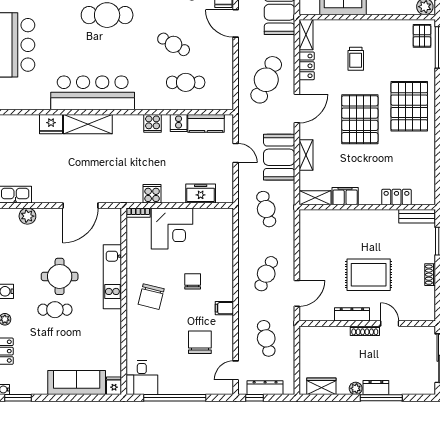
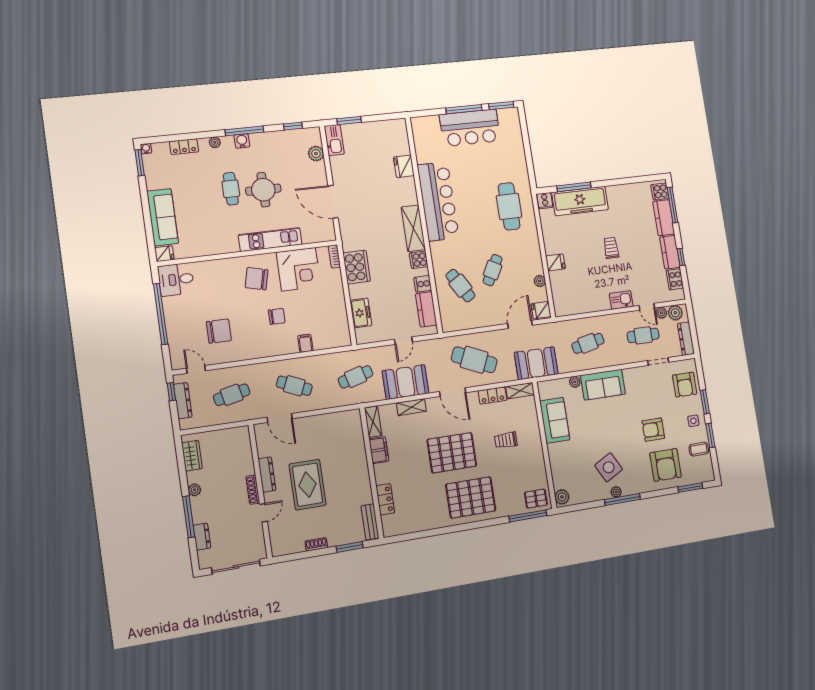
cafe table: (186, 82) -> (460, 286), turned -31
shelving: (88, 124) -> (413, 228), moved
cooker: (152, 194) -> (357, 267), width x1.87, depth x1.31
corner desk: (172, 229) -> (299, 269), moved, turned -90
filing cabinet: (224, 308) -> (305, 343), moved
dresser: (376, 388) -> (202, 537), moved

